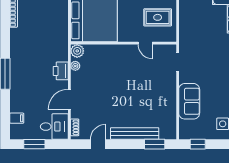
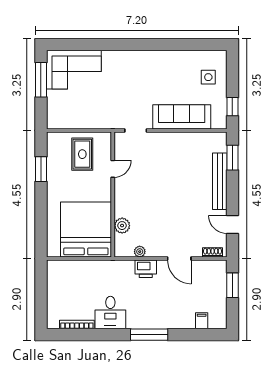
plant: (77, 51) -> (122, 226), moved
sofa: (189, 101) -> (182, 117), width x1.36
desk: (54, 127) -> (110, 313), moved, turned 180
window: (34, 144) -> (232, 285), moved

